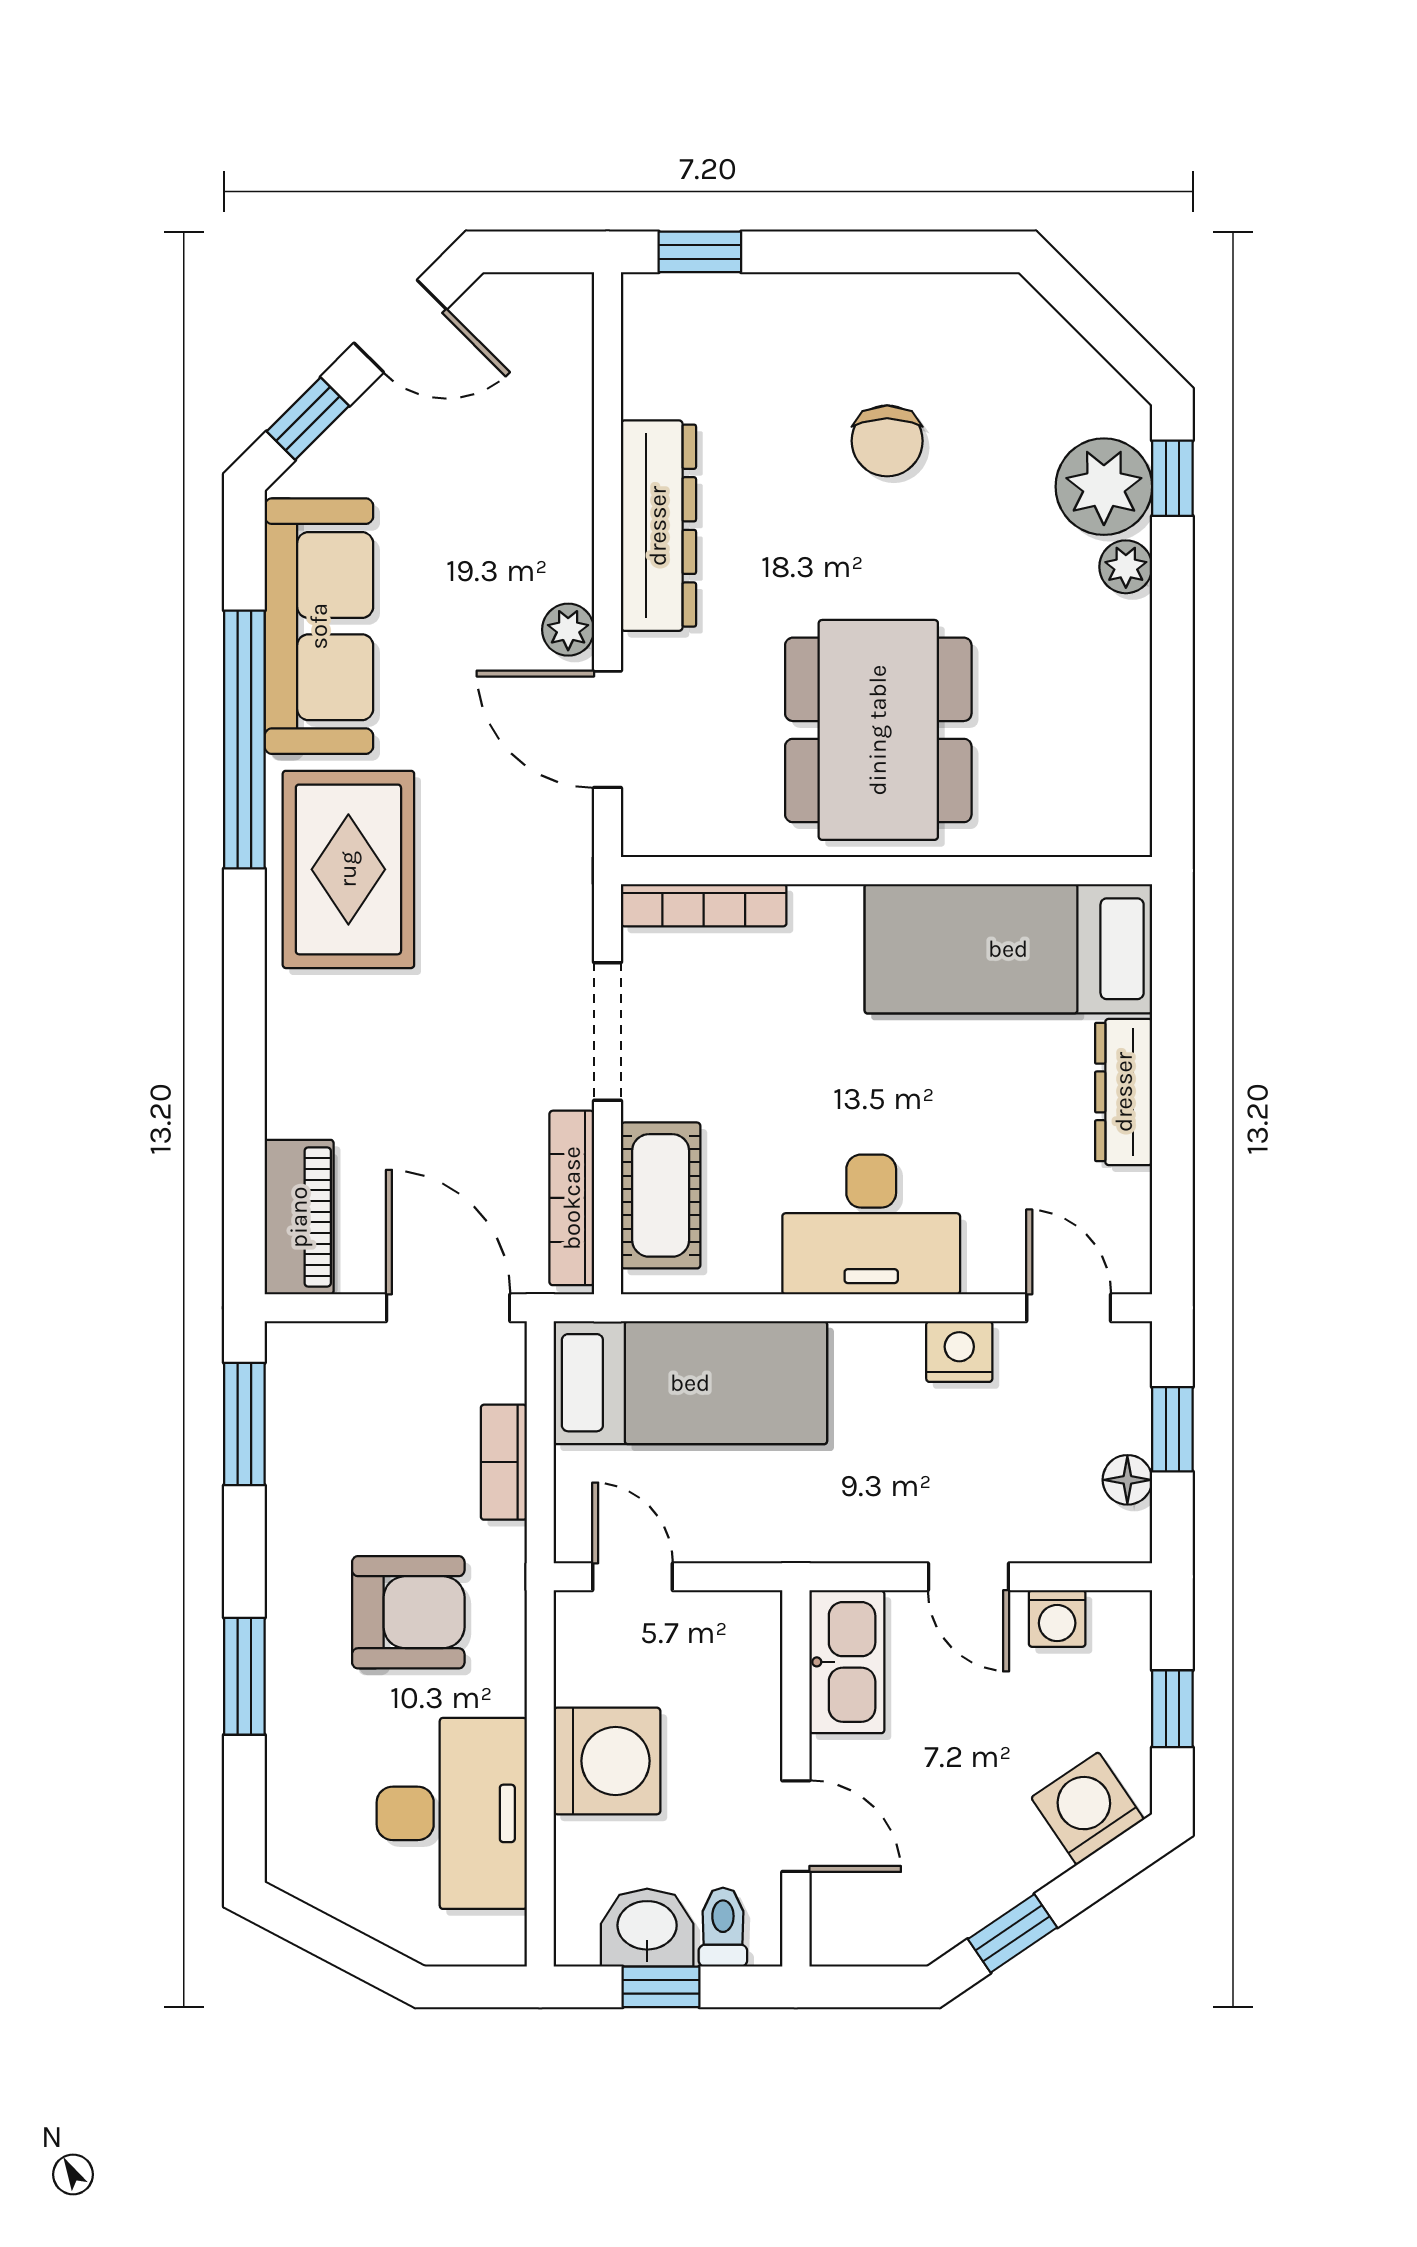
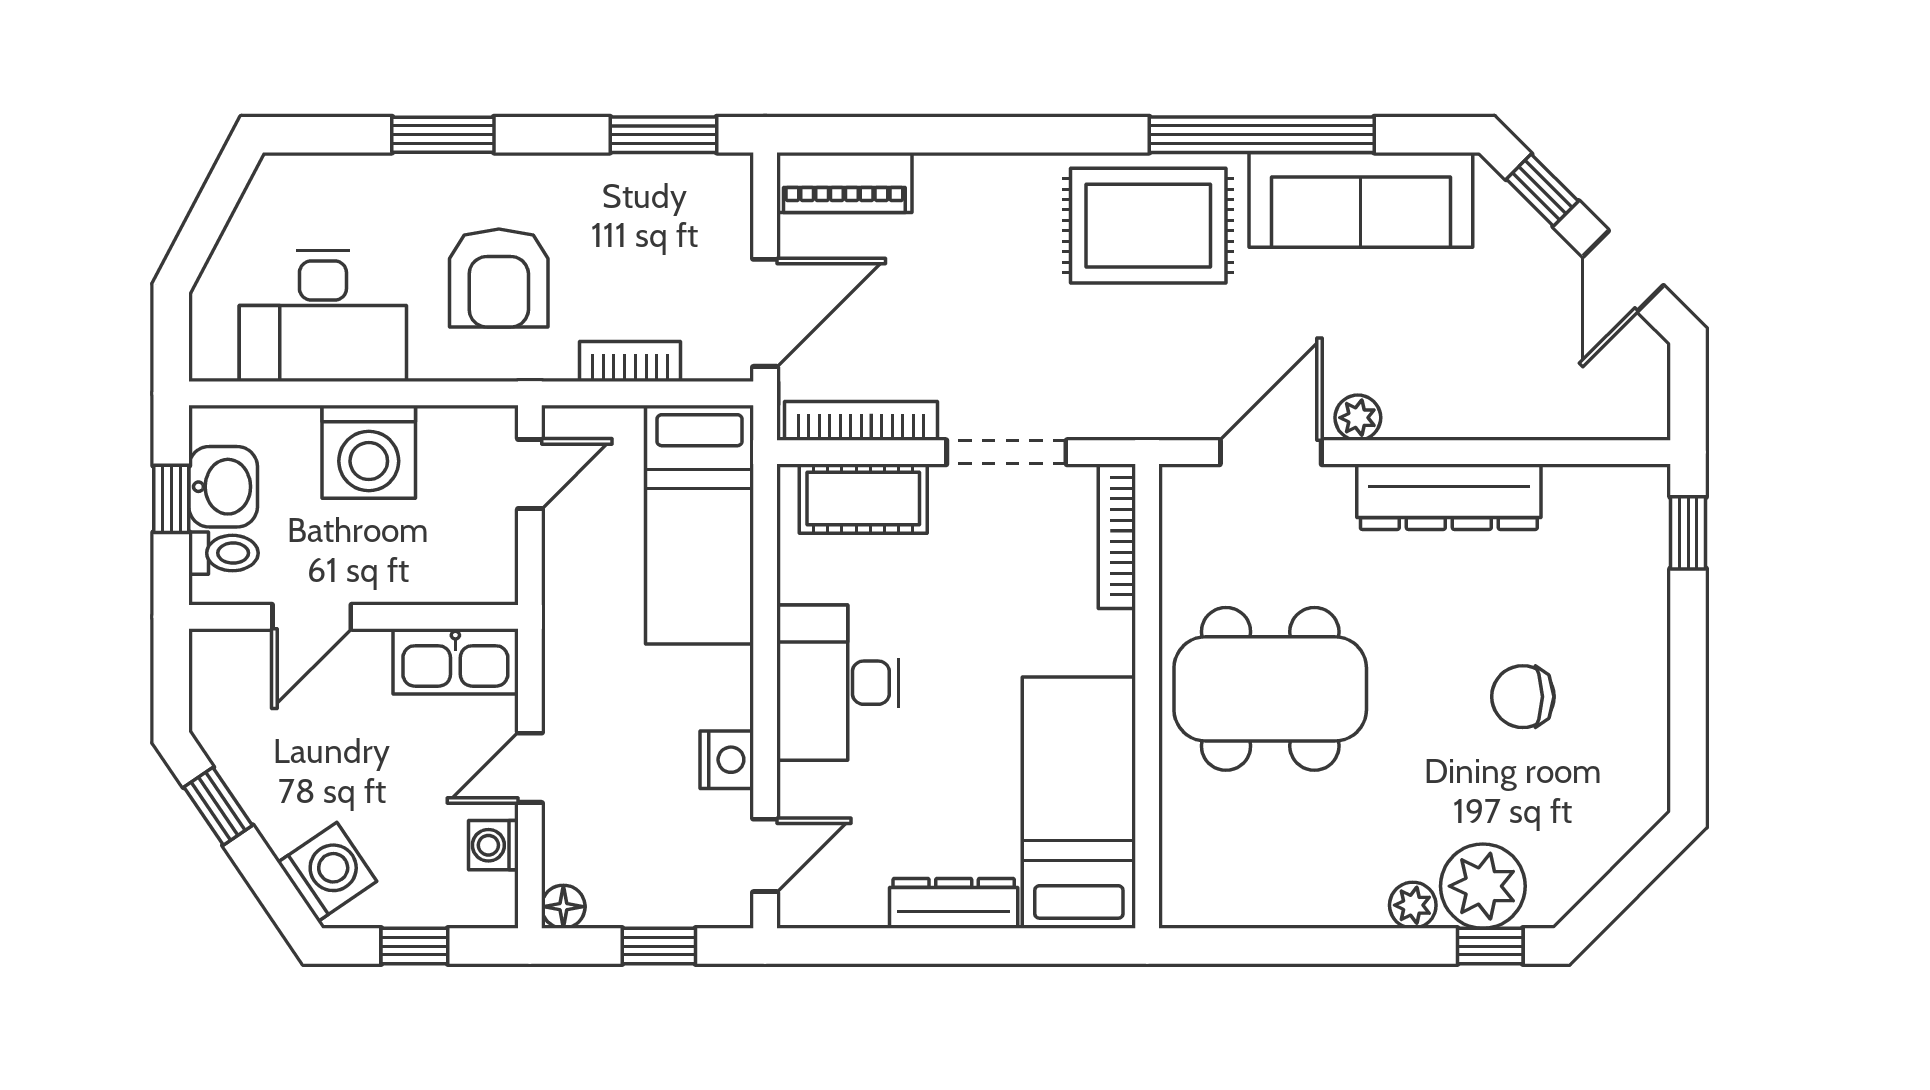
floor lamp: (1127, 1480) -> (563, 907), moved

